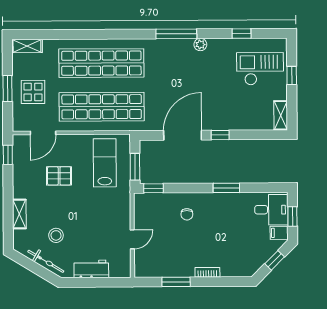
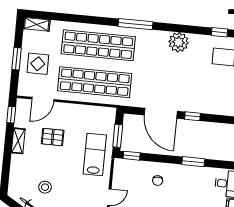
window: (176, 34) -> (136, 24), moved
plant: (200, 45) -> (179, 42), width x1.88, depth x1.88
door: (183, 135) -> (161, 113), swing flipped
lab bench: (105, 163) -> (95, 155), moved
shelving: (19, 214) -> (18, 141), moved

